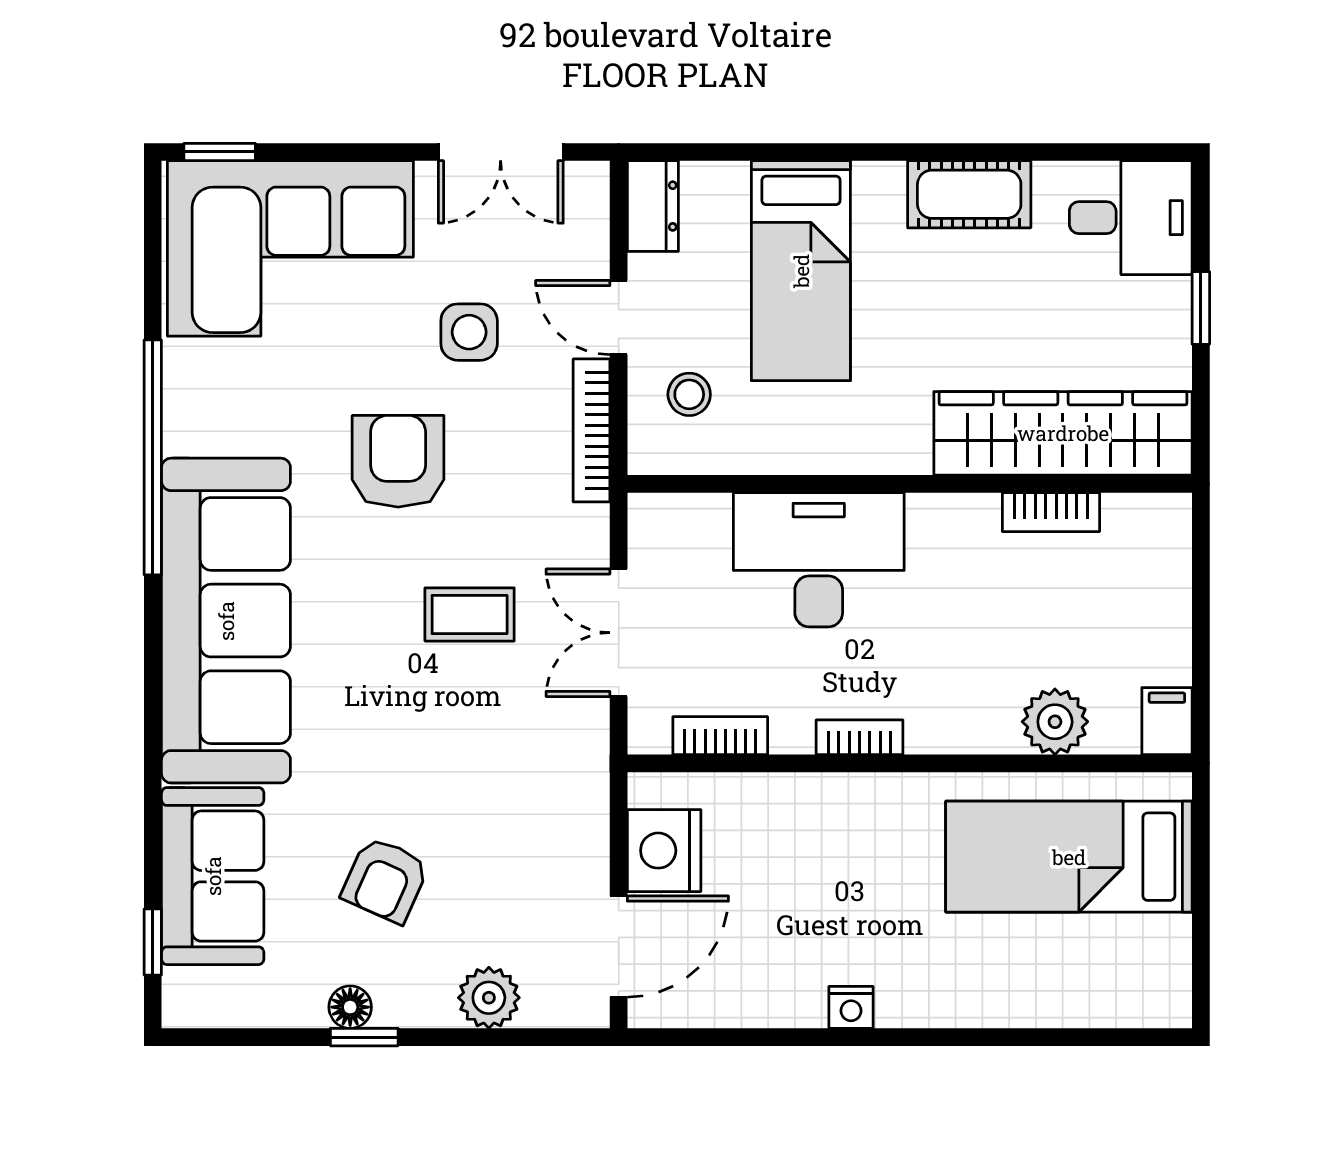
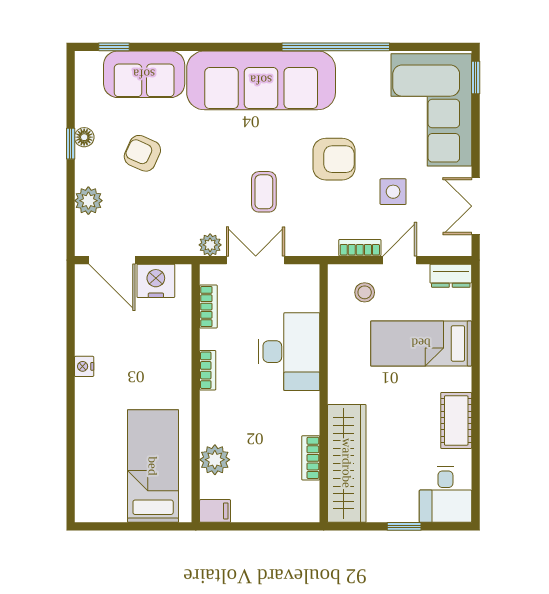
bookcase: (592, 430) -> (360, 248), width x0.64
plant: (585, 732) -> (210, 245), added

